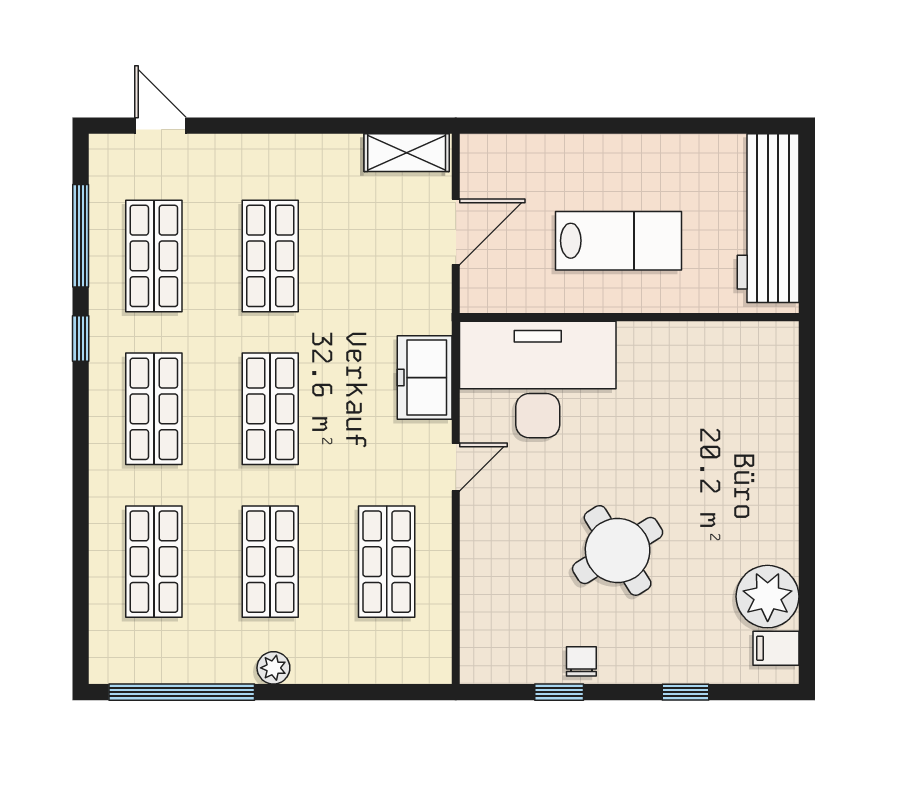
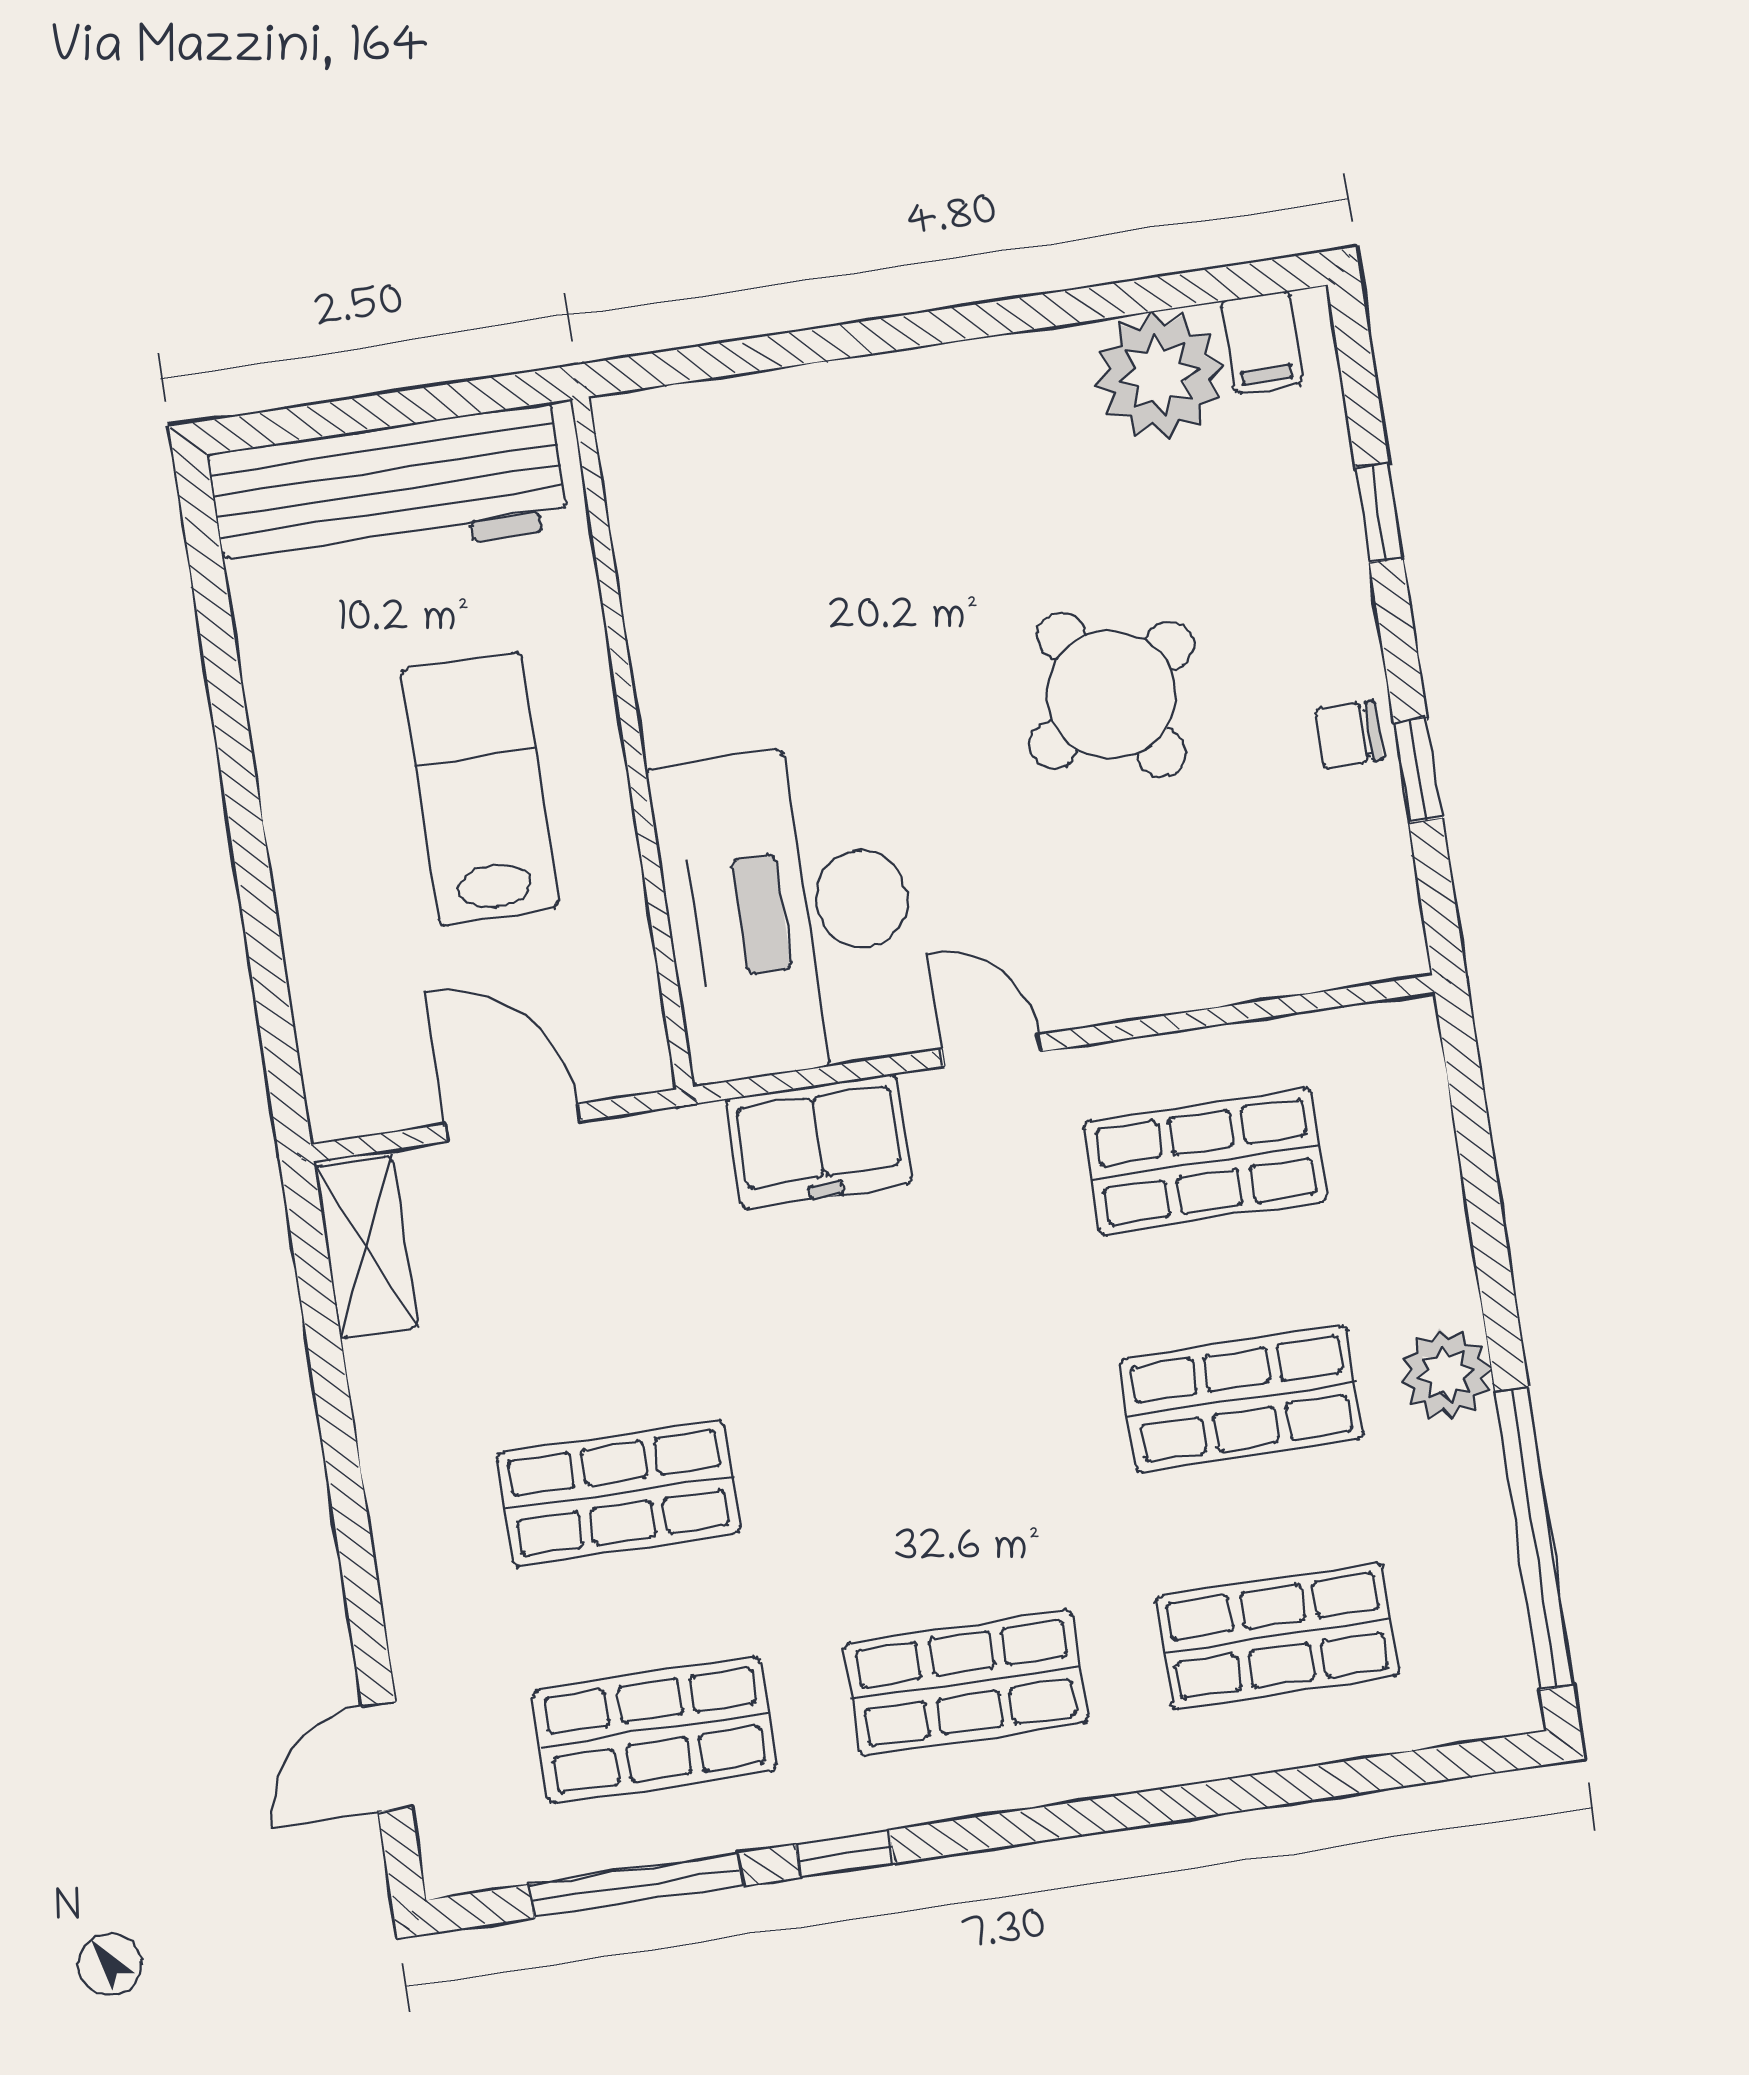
shop shelf: (270, 409) -> (930, 1446), removed
plant: (273, 668) -> (1446, 1374), width x1.38, depth x1.38

